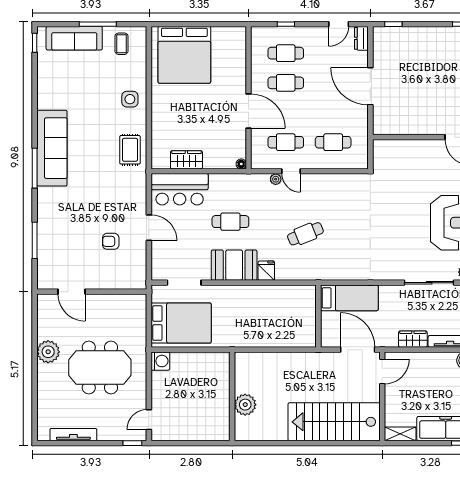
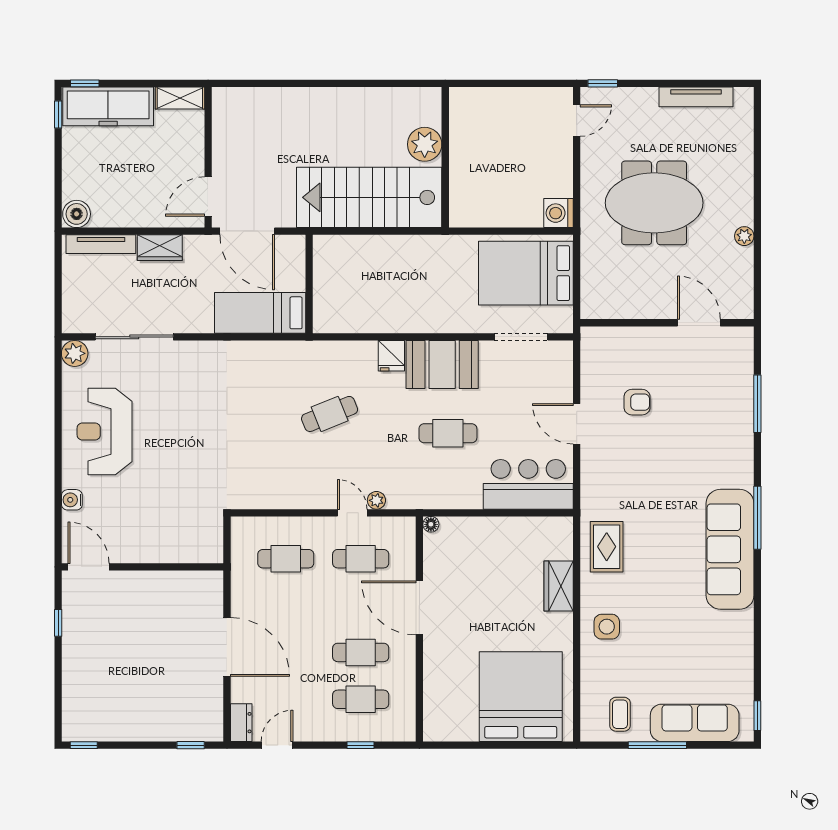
wardrobe: (186, 160) -> (559, 586), moved, turned 90
plant: (48, 352) -> (744, 236), width x0.53, depth x0.53
stairs: (334, 422) -> (369, 197), moved, turned 180

